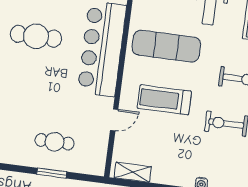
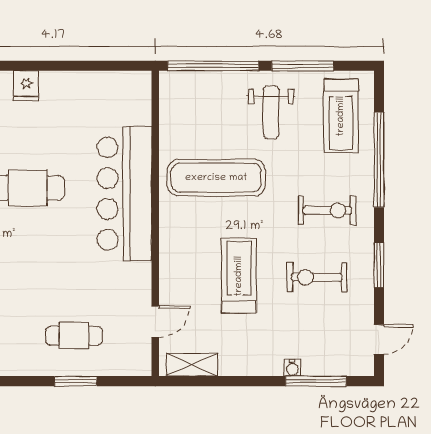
treadmill: (164, 100) -> (239, 276), moved, turned 90
door: (114, 120) -> (155, 322), moved

